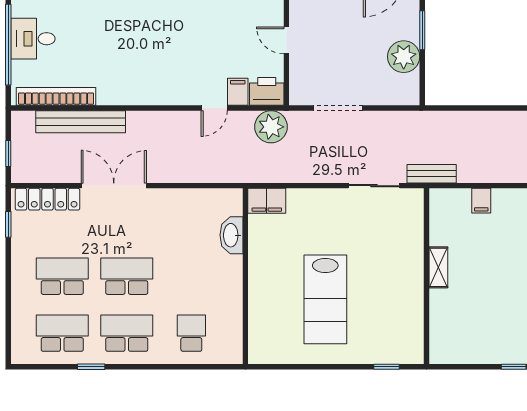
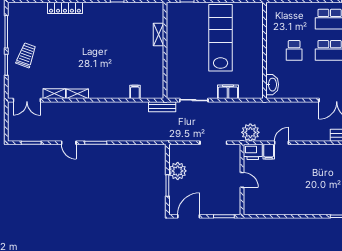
filing cabinet: (267, 201) -> (228, 92), moved
washbasin: (231, 235) -> (272, 85), moved
shelving: (438, 267) -> (158, 35), moved
lab bench: (325, 299) -> (221, 38), width x1.36
school desk: (191, 333) -> (294, 50), moved

